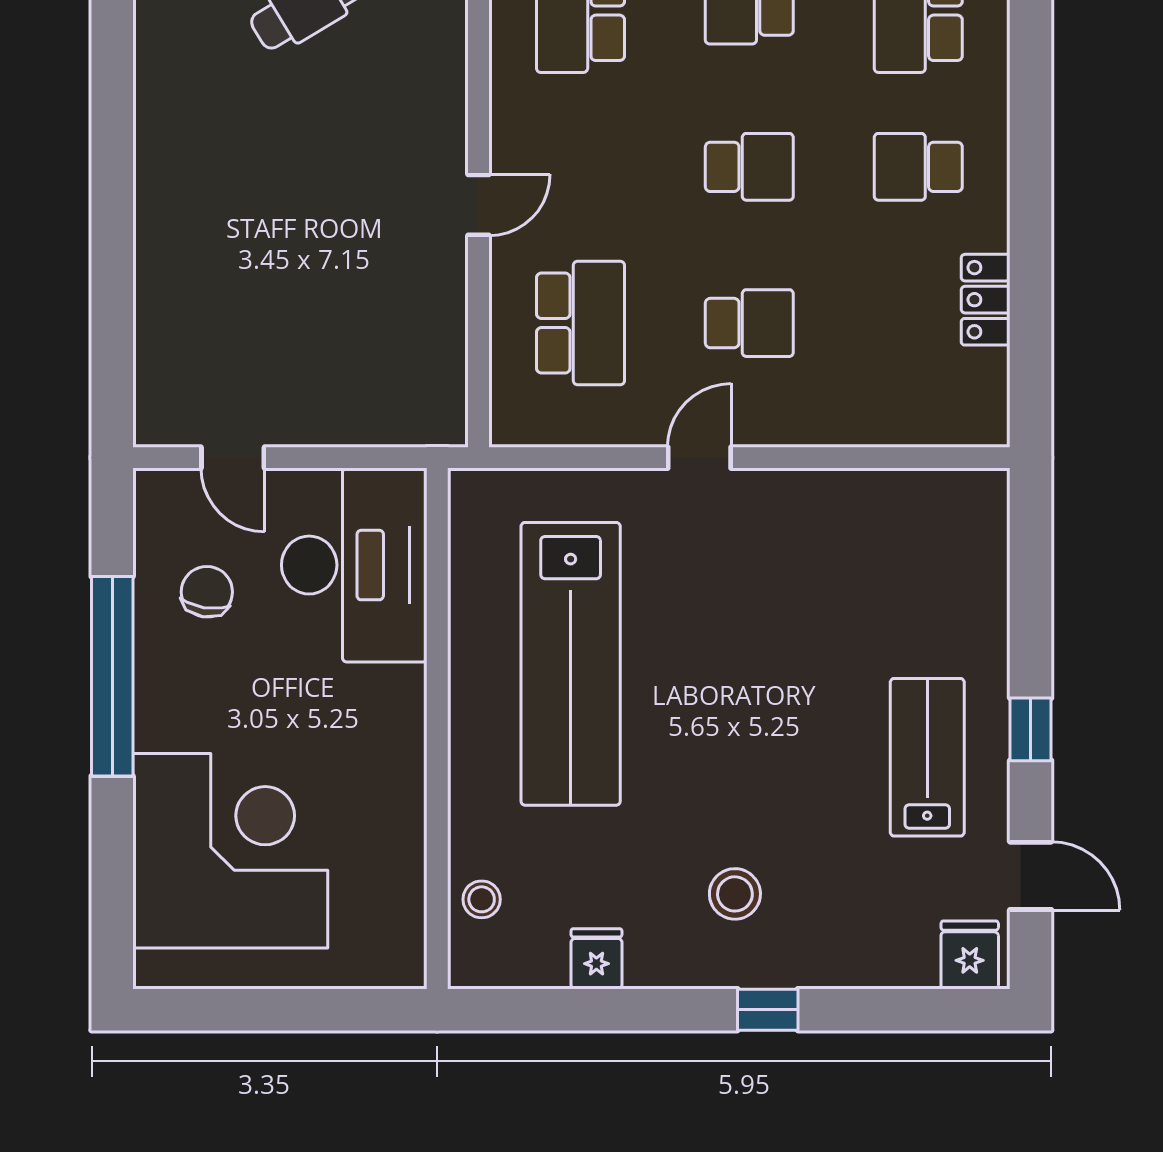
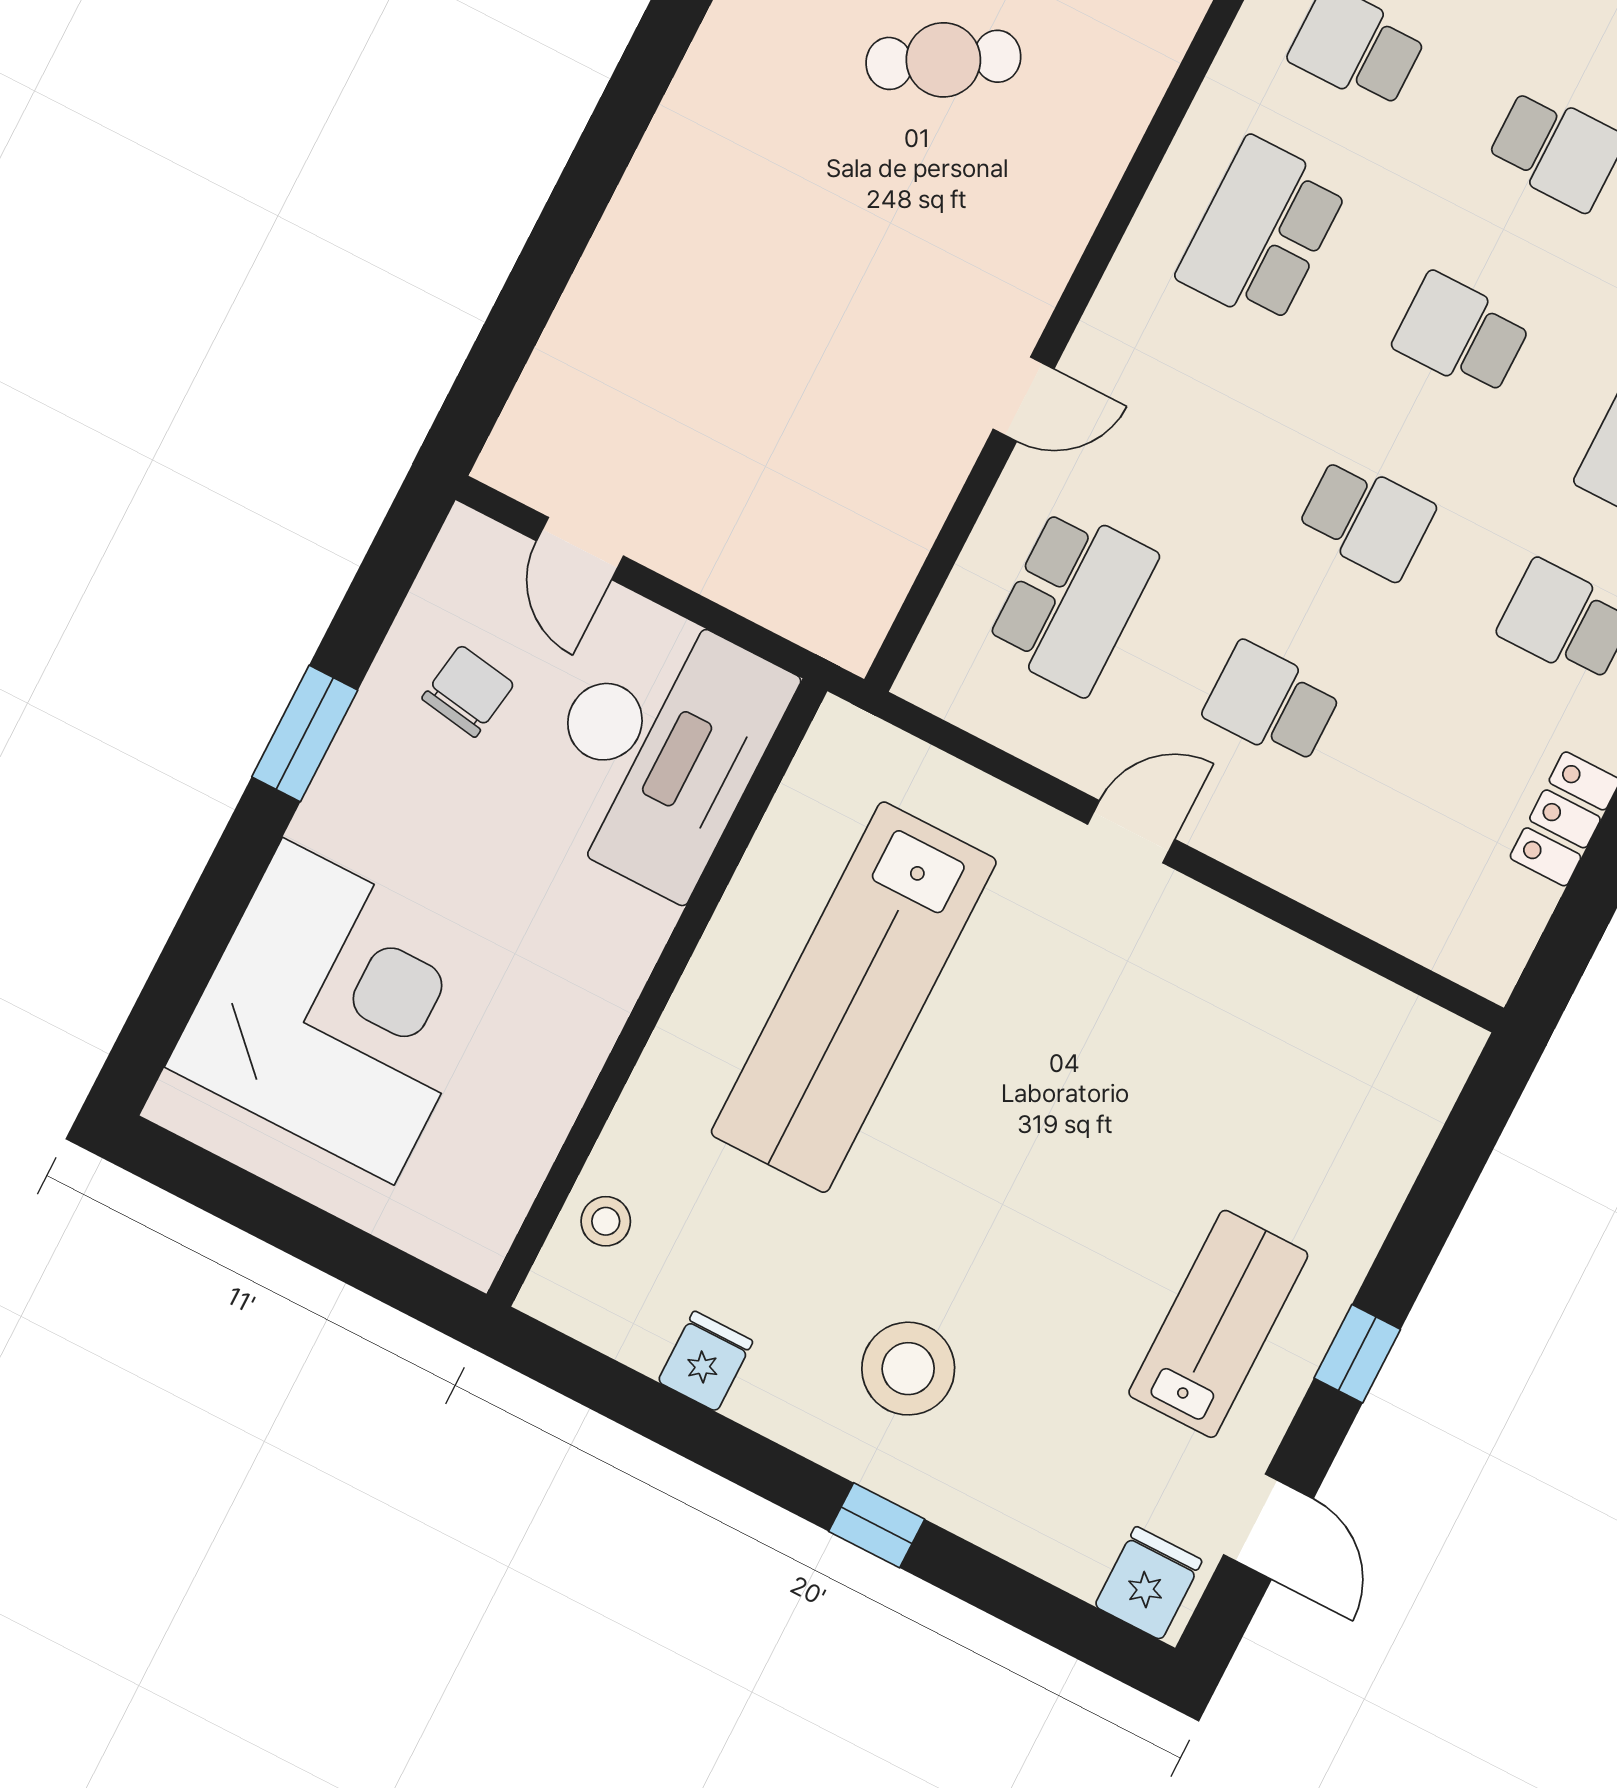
school desk: (749, 323) -> (1272, 703), turned 180
window: (112, 676) -> (305, 733), width x0.47
stool: (735, 894) -> (908, 1369), width x1.38, depth x1.38

